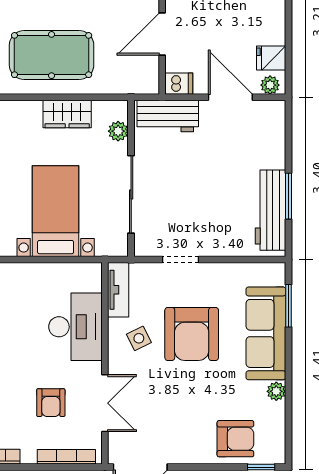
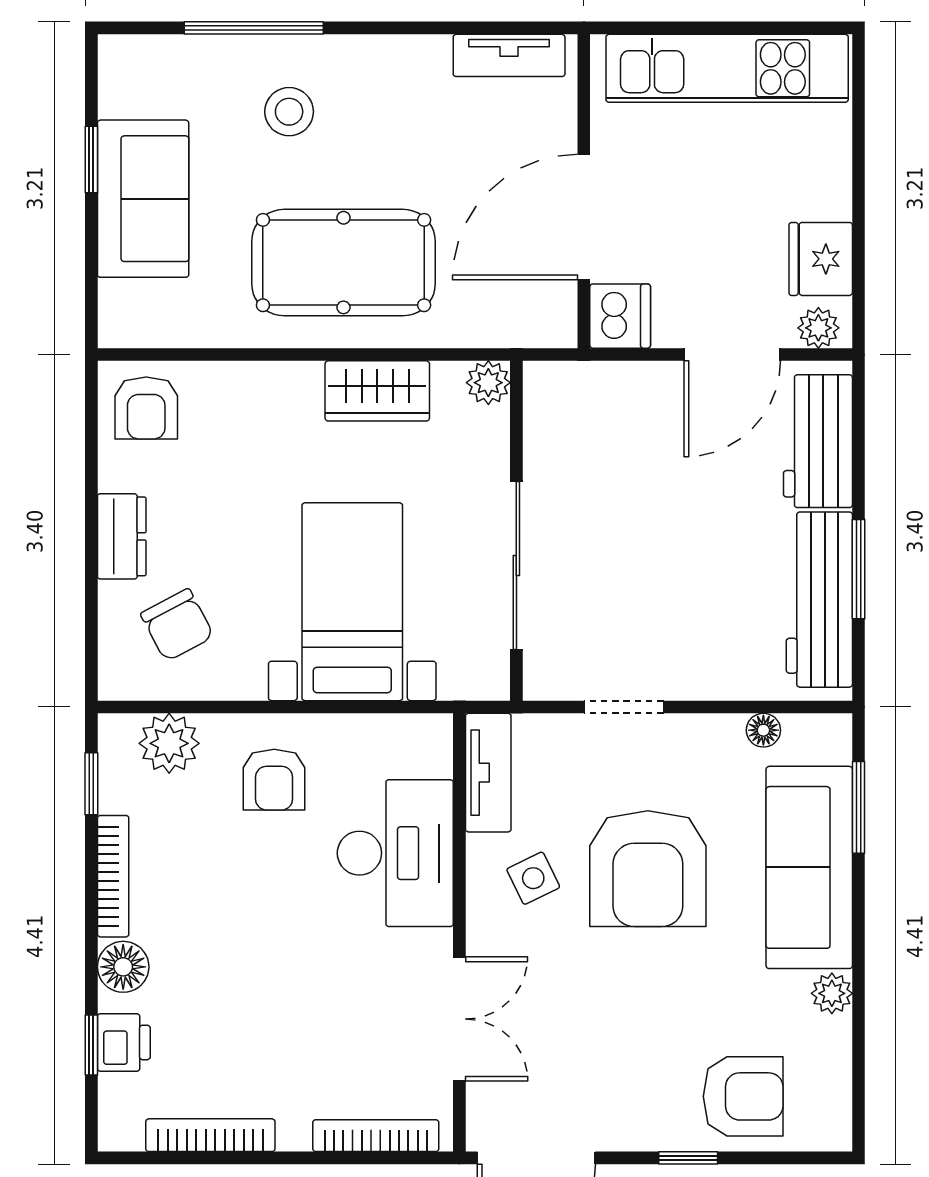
door: (162, 34) -> (584, 217), width x1.36
fridge: (271, 58) -> (821, 259), width x1.38
dishwasher: (179, 84) -> (620, 316), width x1.38
door: (230, 97) -> (732, 355), swing flipped
workbench: (168, 116) -> (818, 441), moved, turned 90
plant: (118, 131) -> (488, 383), moved
floor lamp: (245, 270) -> (763, 730), added
armchair: (51, 403) -> (274, 780), moved
window: (261, 467) -> (688, 1158), moved

